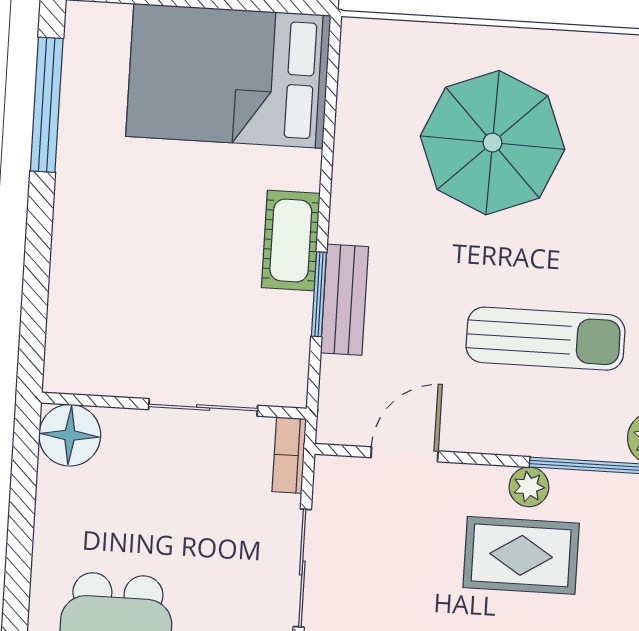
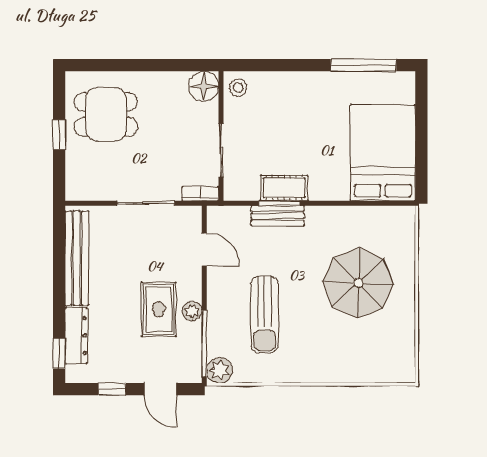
cot: (291, 240) -> (284, 188), moved
stool: (77, 365) -> (238, 88), added

